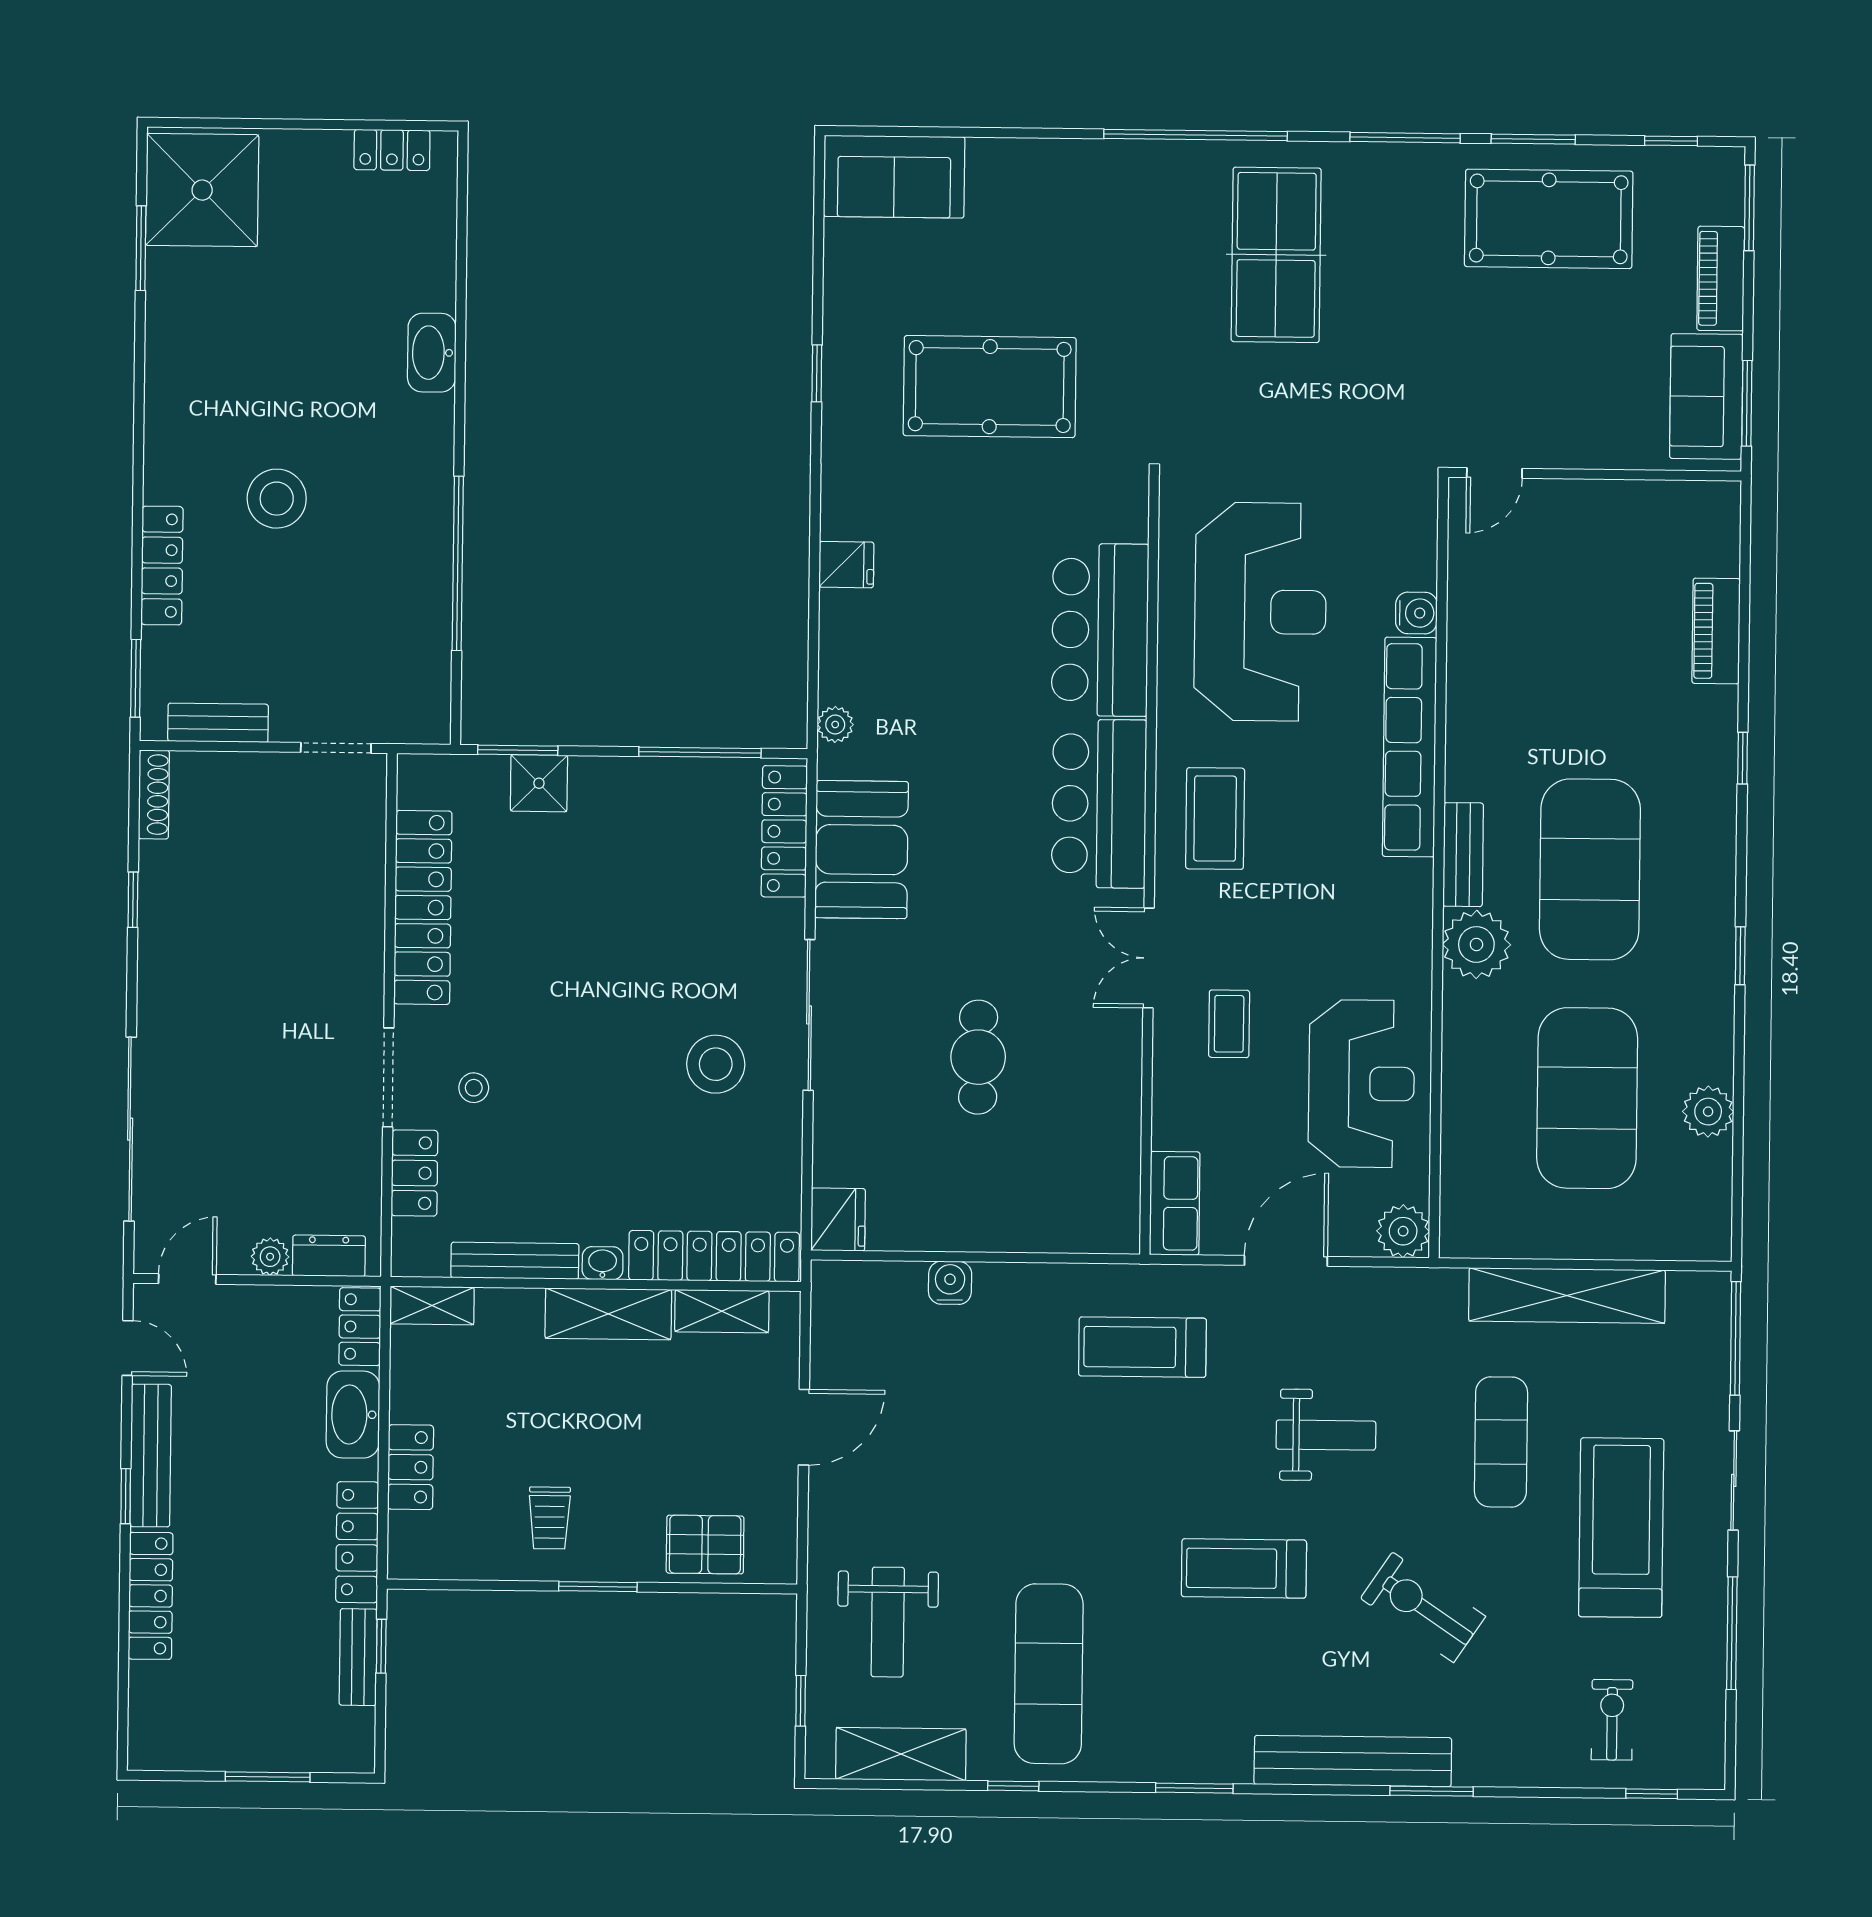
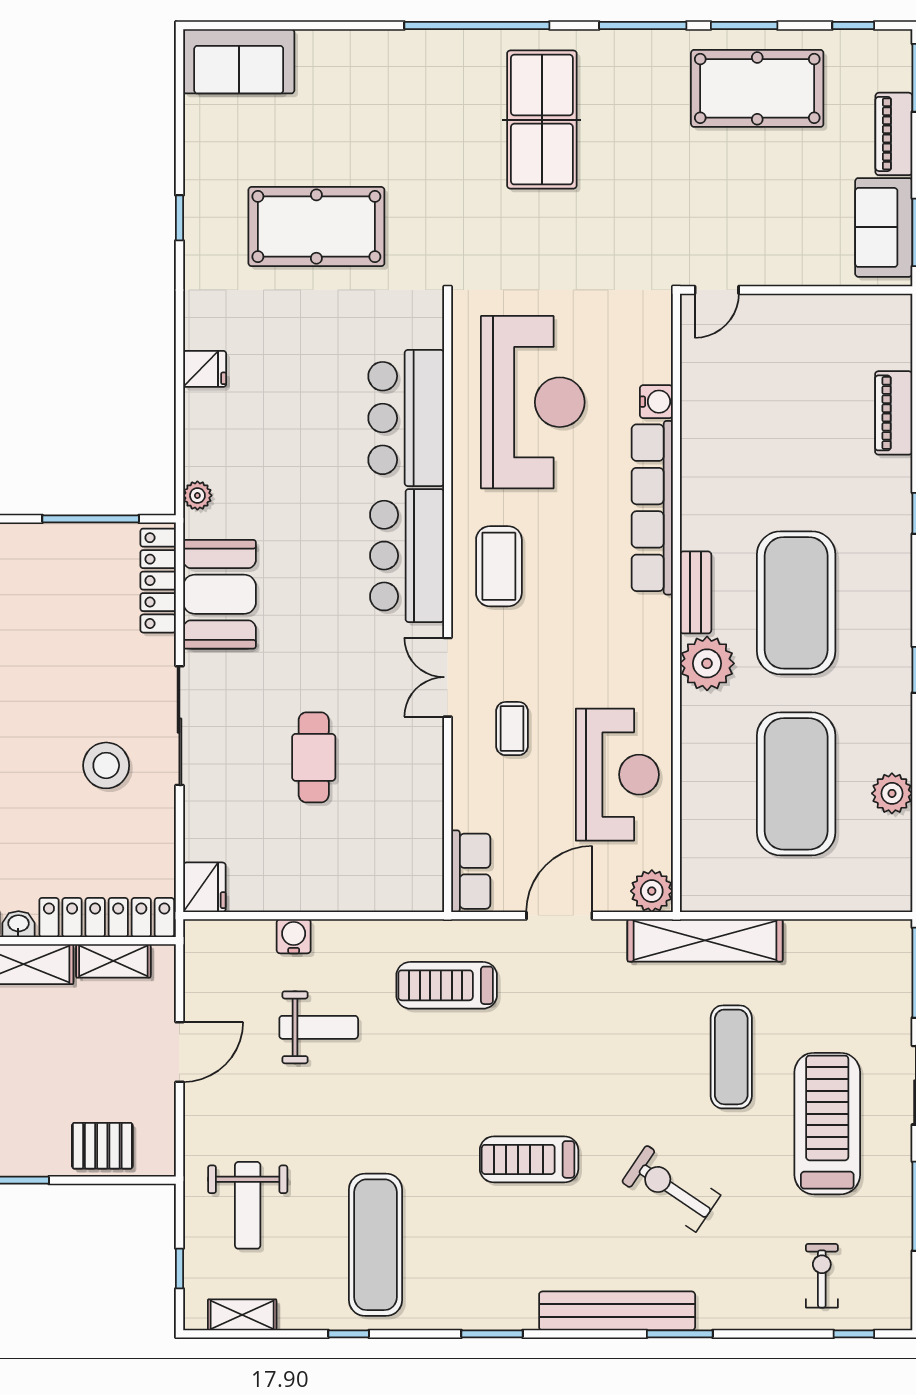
shelving: (1567, 1296) -> (705, 940), moved
weight bench: (1326, 1435) -> (319, 1027), moved
shelving: (901, 1754) -> (242, 1315), width x0.67, depth x0.75

